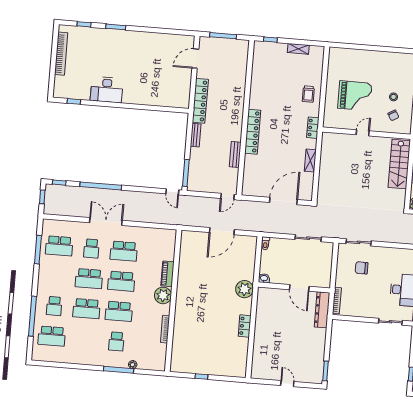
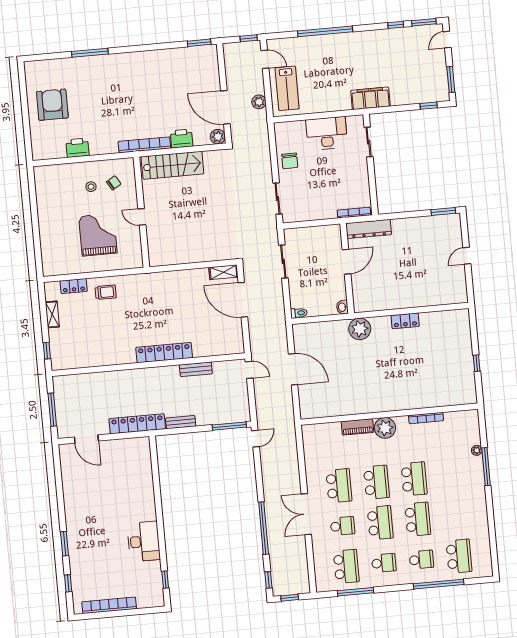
locker: (313, 128) -> (74, 286), moved
shelving: (310, 161) -> (223, 272), moved
chair: (362, 268) -> (290, 161), moved
school desk: (116, 341) -> (384, 563), moved

